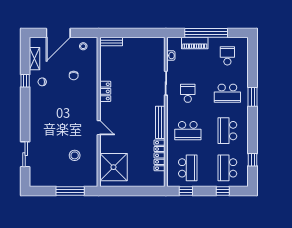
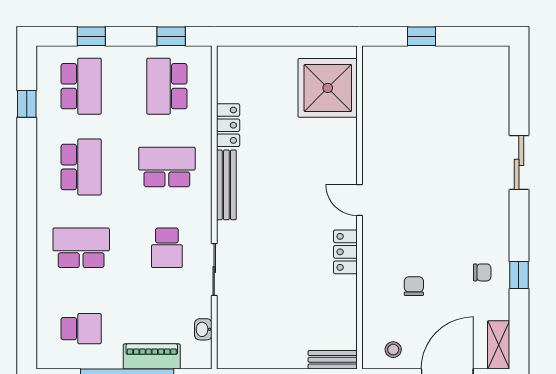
school desk: (227, 56) -> (81, 329), turned -90
shelving: (34, 59) -> (499, 345), moved
window: (253, 97) -> (27, 240), removed
door: (99, 128) -> (360, 200), moved
sliding door: (25, 154) -> (519, 162), moved
stool: (75, 155) -> (412, 113), removed
locker: (160, 155) -> (228, 125), width x0.66
window: (70, 191) -> (422, 36), width x0.46

